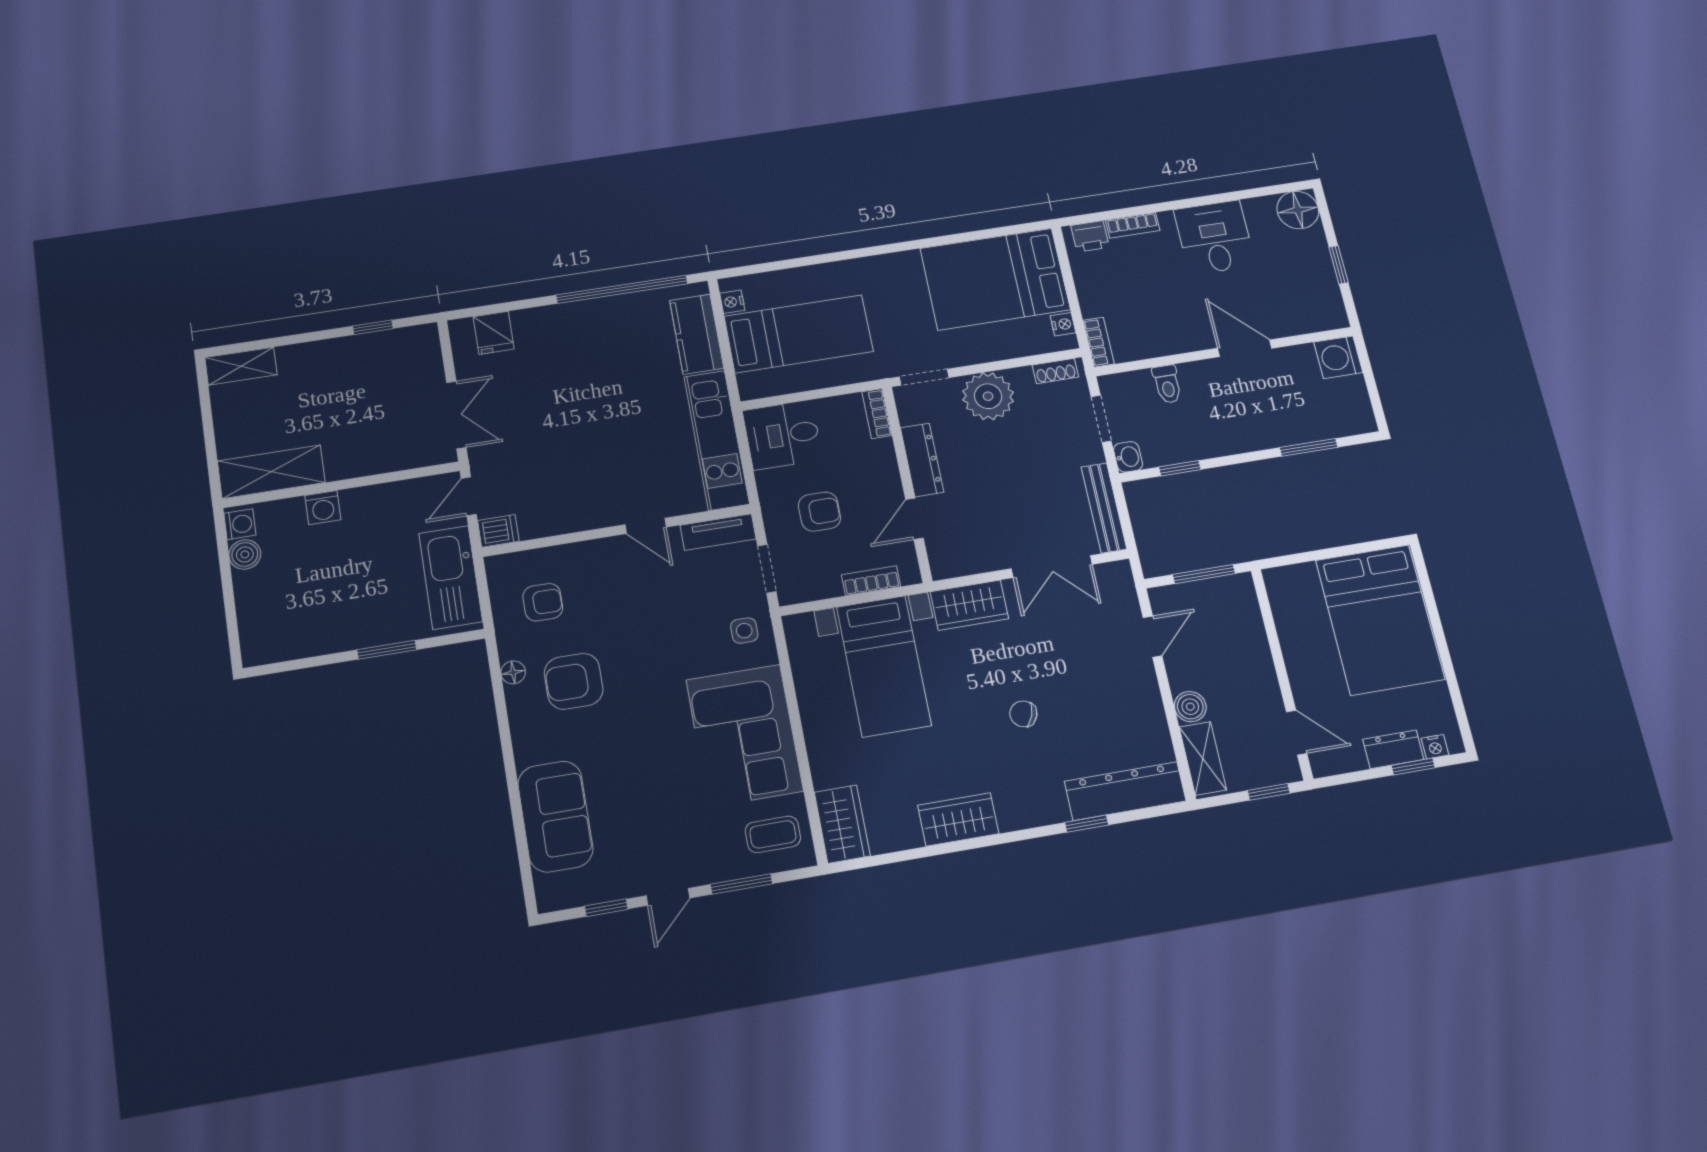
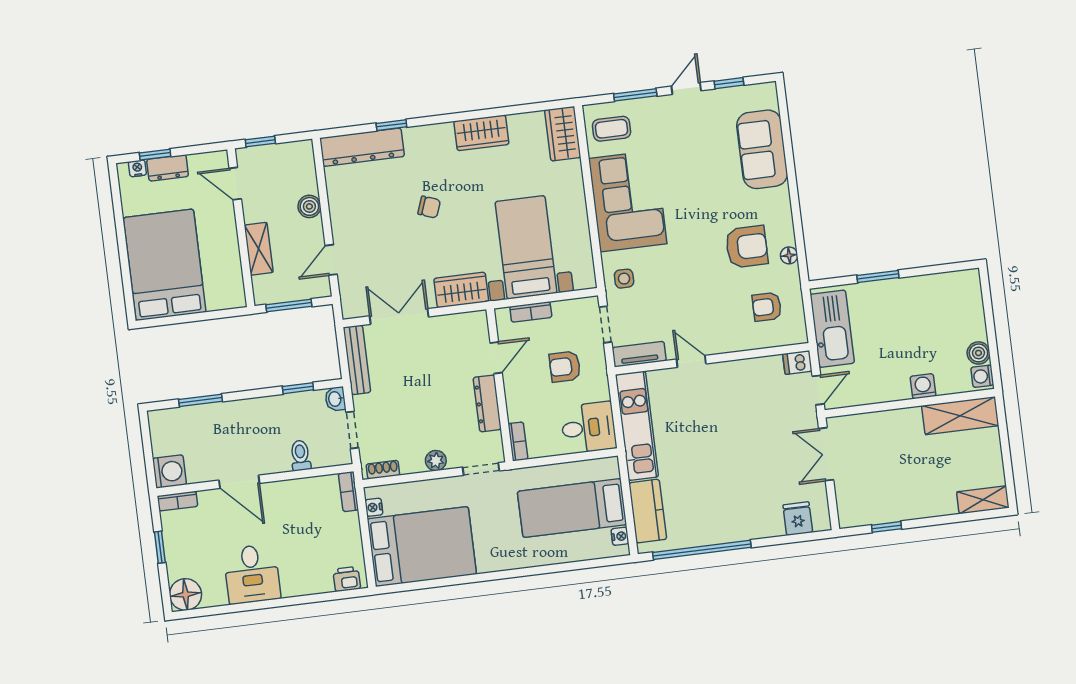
bookcase: (1133, 225) -> (177, 501), moved, turned 180
plant: (988, 396) -> (436, 461), width x0.53, depth x0.53
shelving: (1203, 758) -> (259, 249), moved

